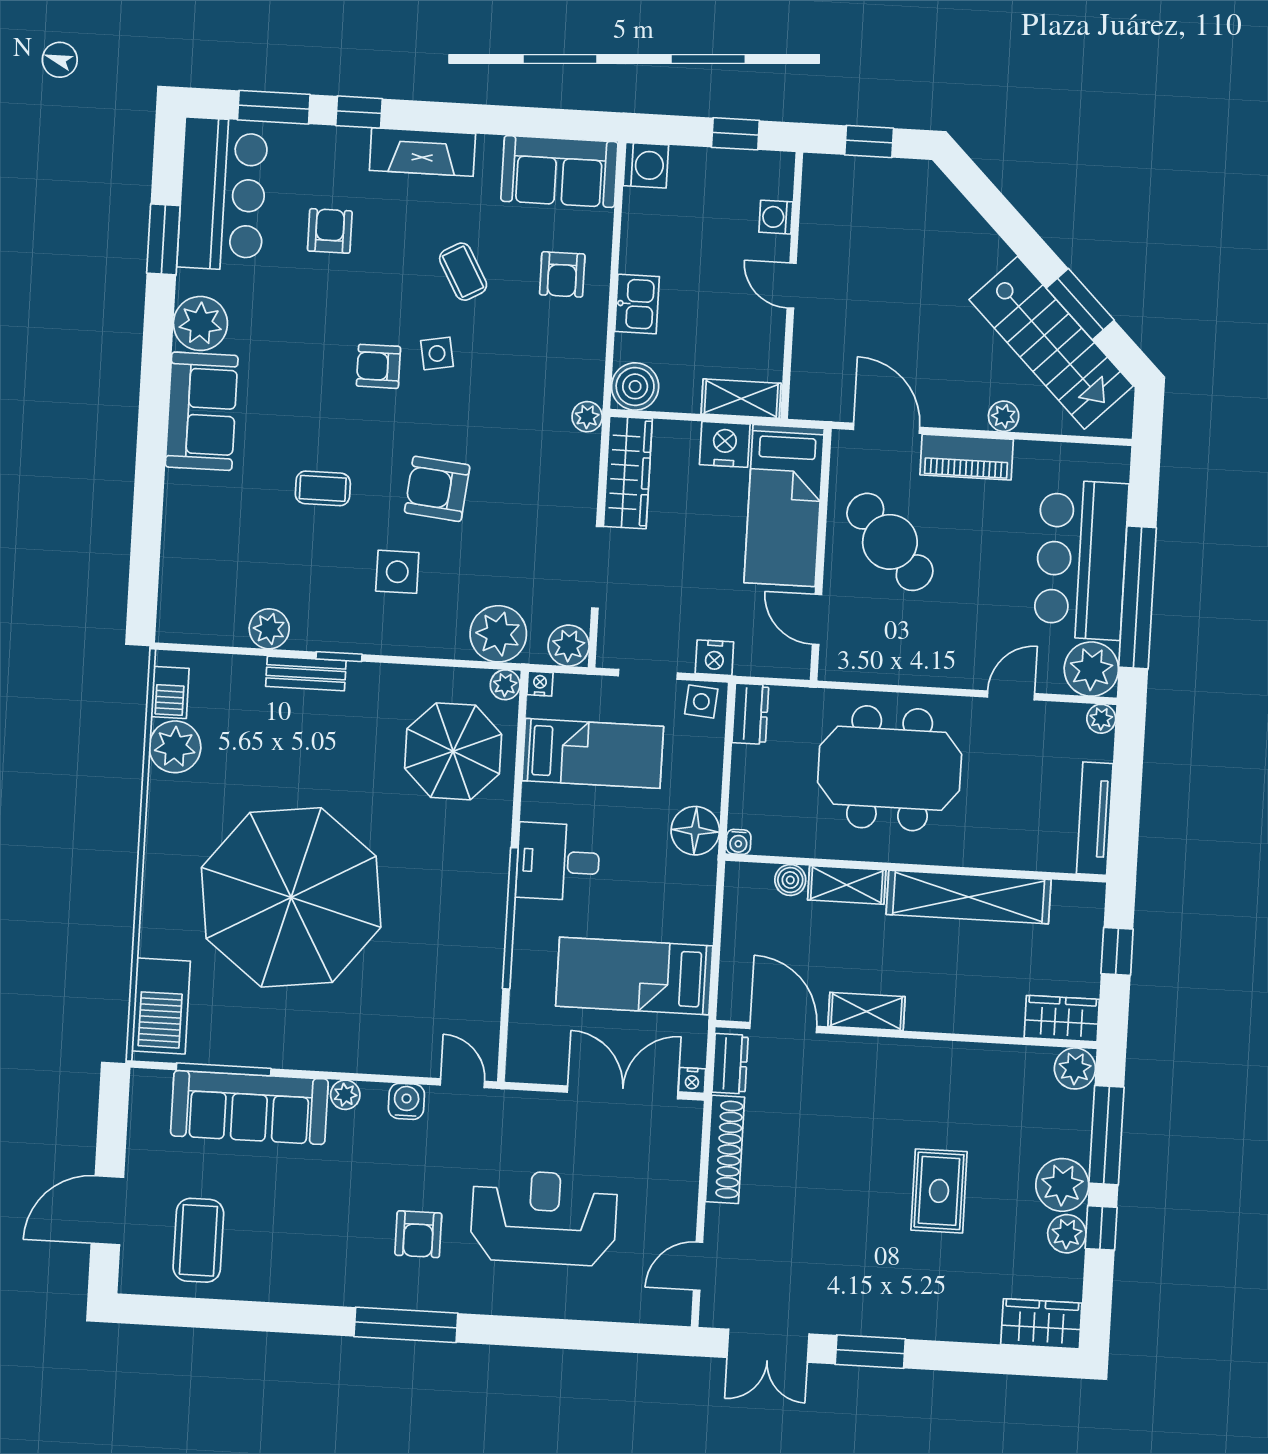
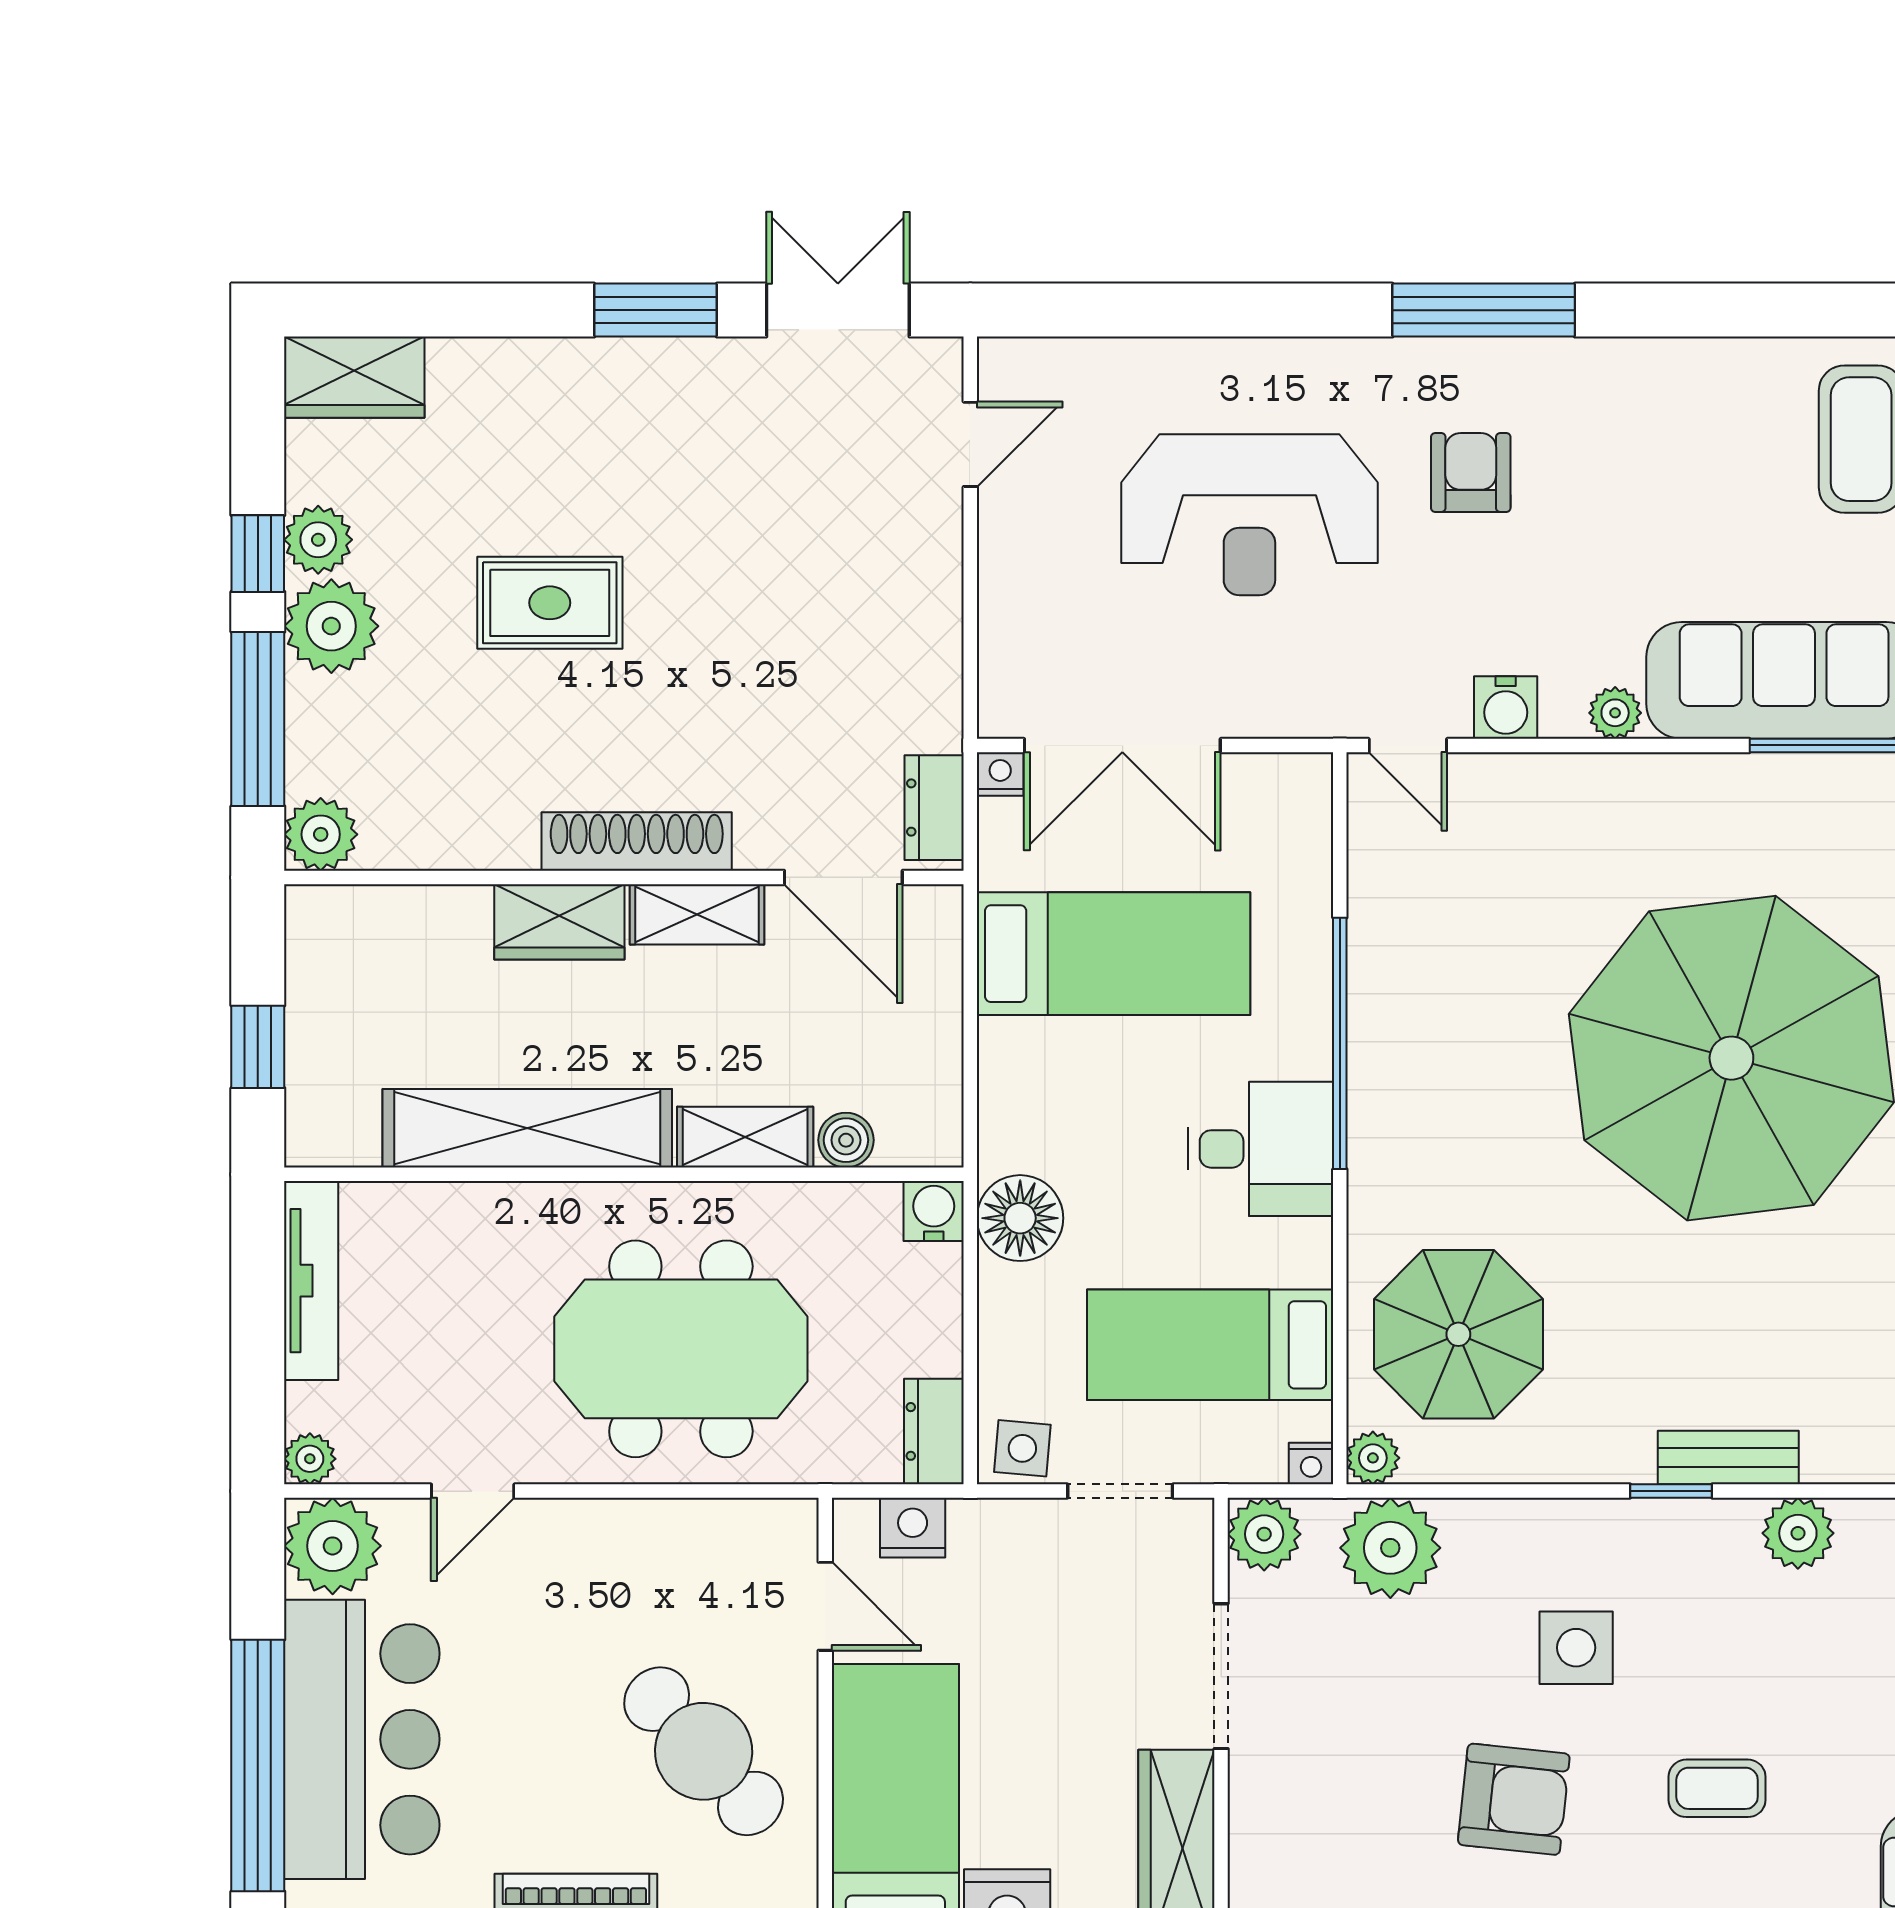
window: (1137, 597) -> (258, 1766), moved
nightstand: (714, 658) -> (913, 1528), moved
water cooler: (738, 842) -> (934, 1211), width x1.38, depth x1.38
wardrobe: (1062, 1019) -> (559, 922), moved
shoe rack: (725, 1149) -> (637, 842), moved, turned 90
rug: (939, 1191) -> (550, 603), turned 90

